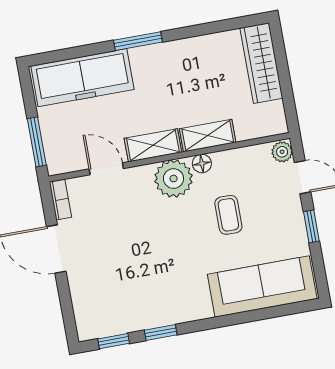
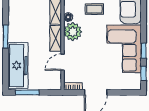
window: (37, 142) -> (27, 92), moved
corner sofa: (157, 291) -> (124, 49), added

